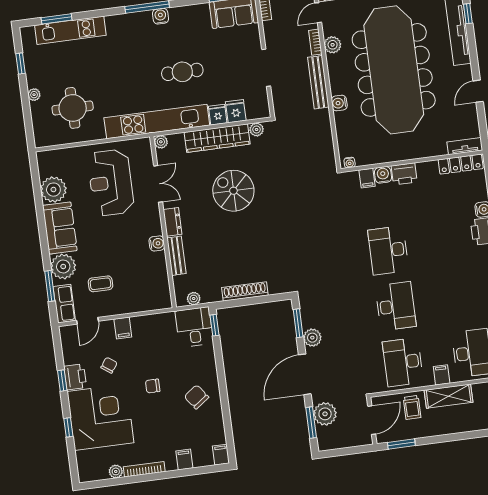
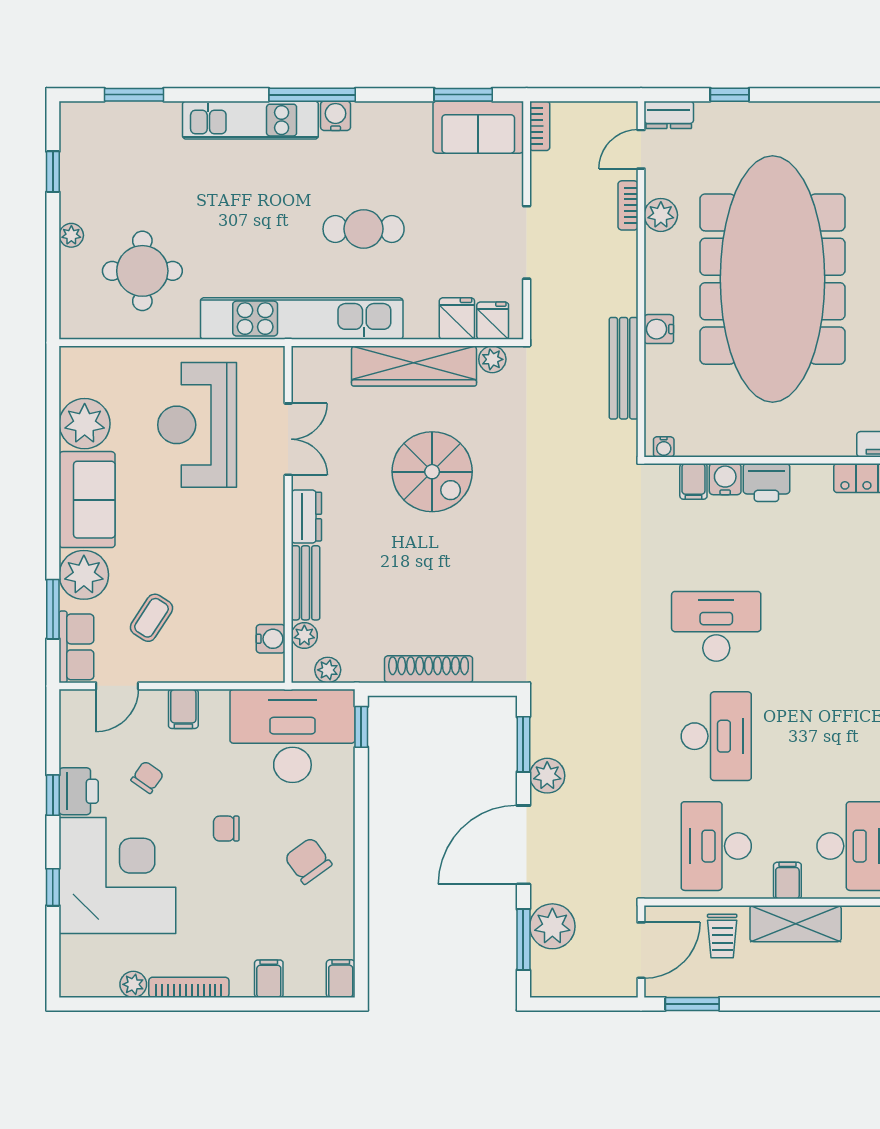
kitchen unit: (70, 30) -> (250, 120), moved
bench: (318, 82) -> (624, 368), moved
fridge: (218, 115) -> (493, 321), moved
plant: (161, 142) -> (304, 636), moved
spiral stairs: (233, 191) -> (432, 472), turned 180
water cooler: (157, 243) -> (271, 639), moved
desk: (388, 250) -> (716, 626), turned 90
coffee table: (100, 284) -> (151, 618), turned -57
desk: (194, 327) -> (292, 736), width x1.87, depth x1.30

